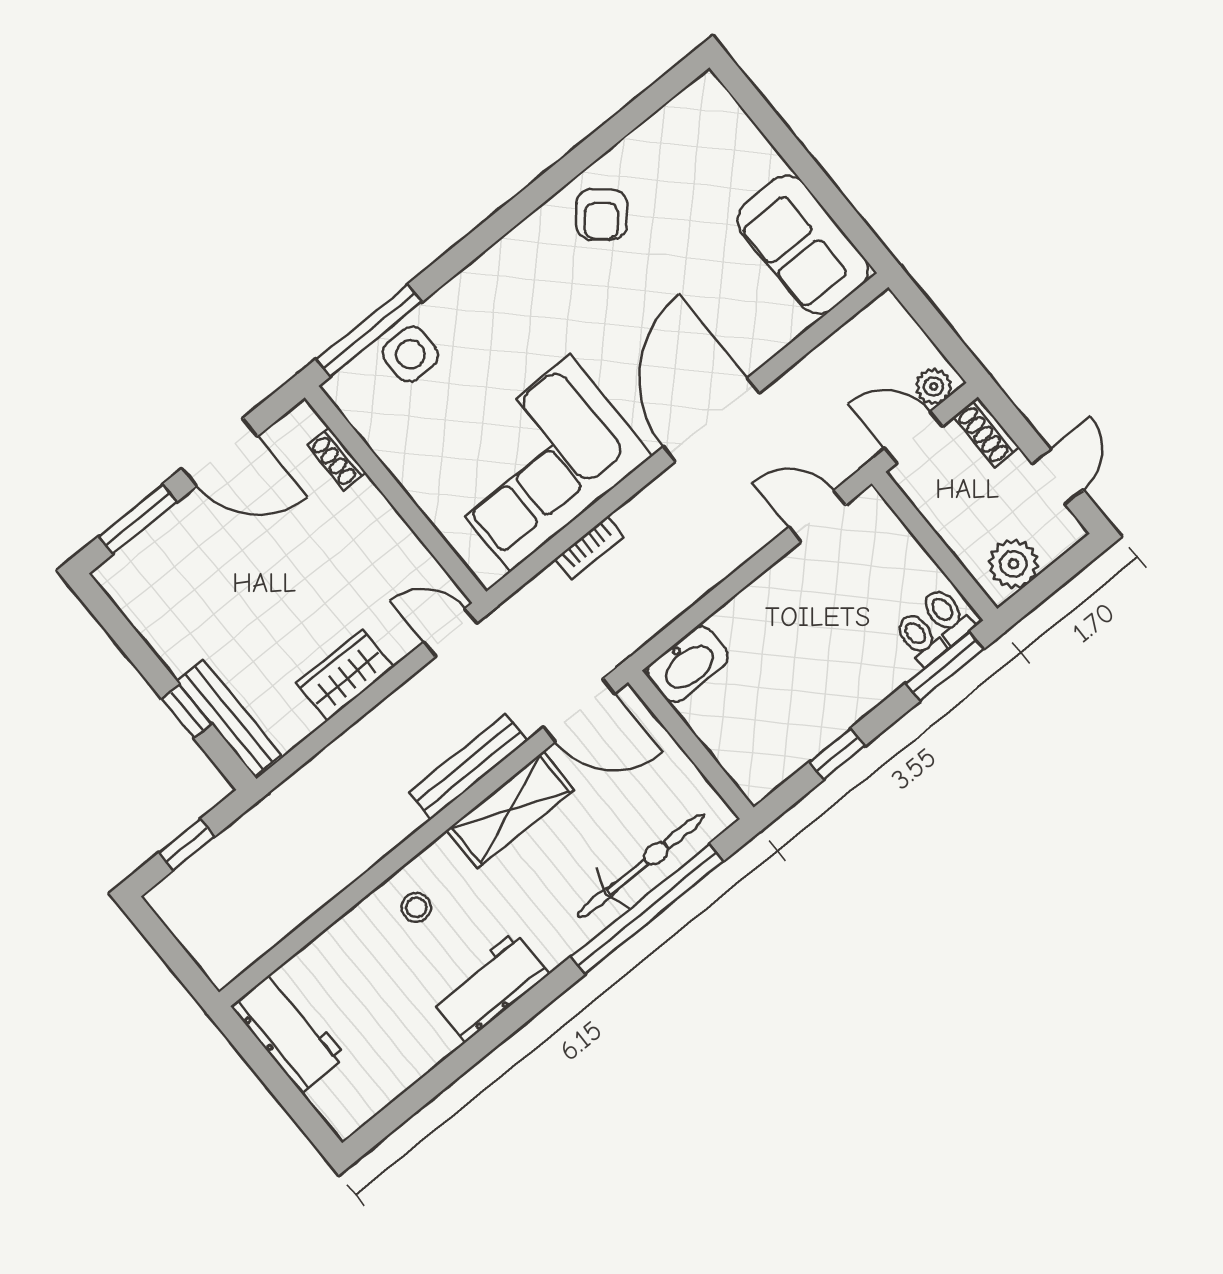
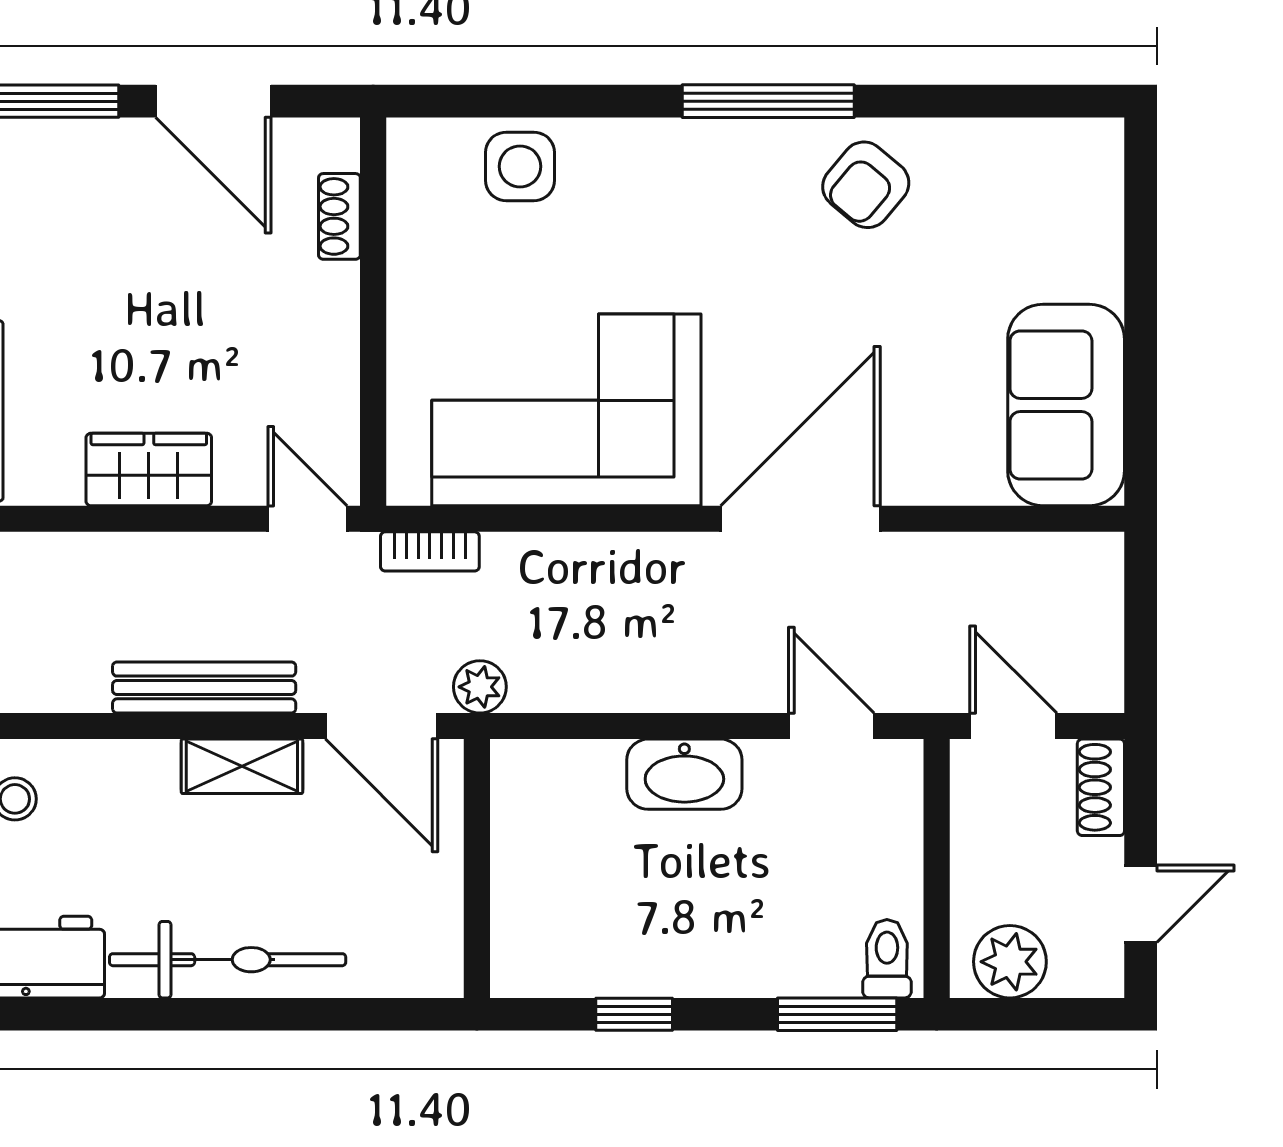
window: (369, 330) -> (768, 101), moved
plant: (934, 387) -> (480, 687), moved
bookcase: (589, 548) -> (430, 551), moved
toilet: (920, 639) -> (834, 960), removed
washbasin: (687, 664) -> (684, 774), moved
shelving: (510, 810) -> (242, 766), width x0.67, depth x0.75
bicycle: (641, 866) -> (228, 960), moved
window: (647, 909) -> (275, 1014), removed

